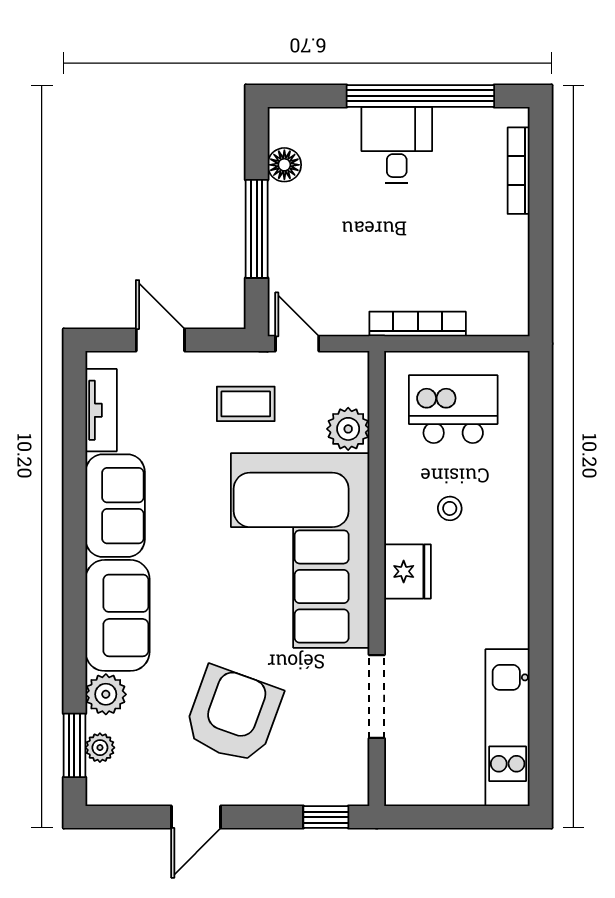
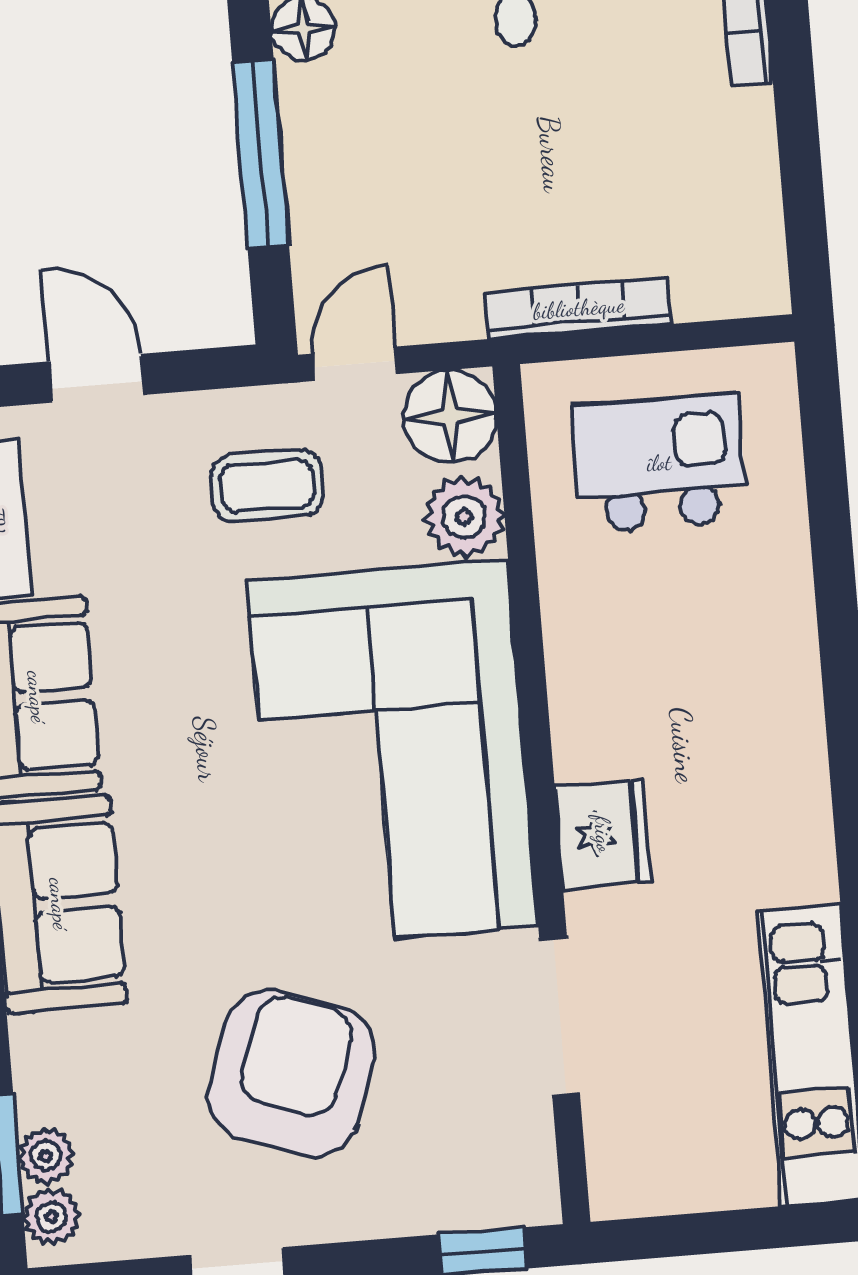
door: (297, 344) -> (355, 364), hinge flipped
floor lamp: (345, 375) -> (450, 417), added
stool: (450, 508) -> (668, 651), removed
fridge: (407, 571) -> (603, 834), moved
plant: (106, 694) -> (51, 1216), moved, width x0.73, depth x0.73

